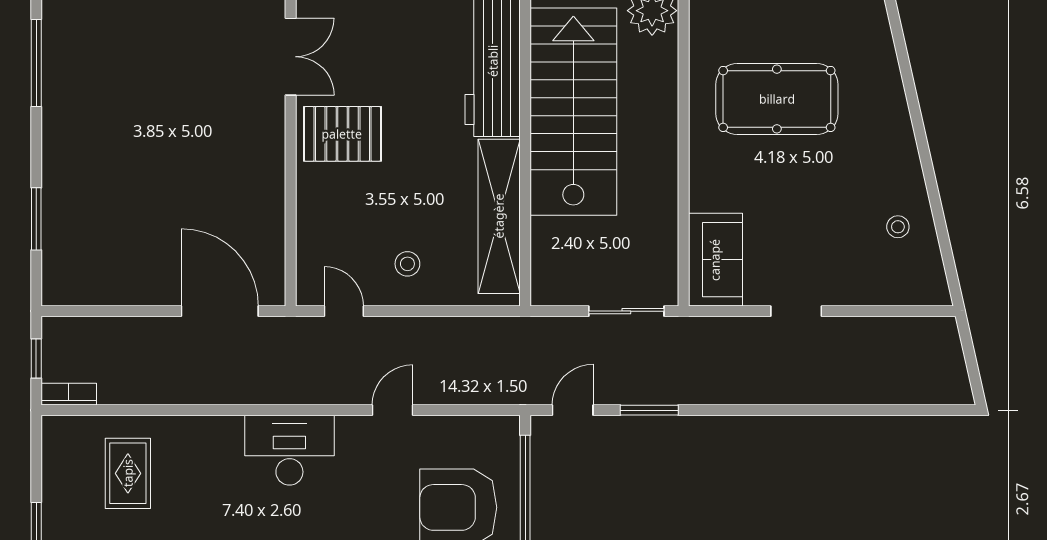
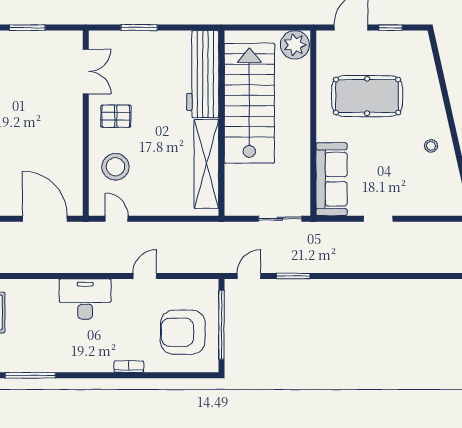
pallet: (342, 134) -> (116, 116), width x0.67, depth x0.71
stool: (898, 227) -> (431, 146), moved
sofa: (715, 260) -> (332, 179), width x1.36
stool: (407, 264) -> (115, 167), moved, width x1.89, depth x1.89

